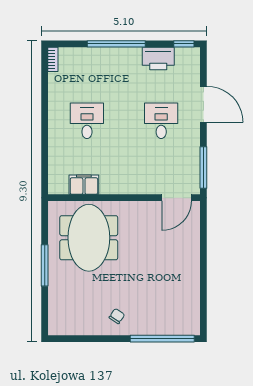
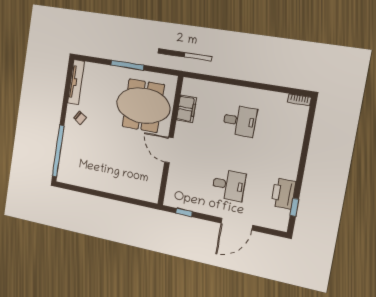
window: (116, 44) -> (303, 159), removed
window: (184, 44) -> (294, 207), moved
window: (203, 168) -> (184, 212), width x0.46
door: (177, 198) -> (169, 150), moved
tv unit: (75, 328) -> (76, 82), added

